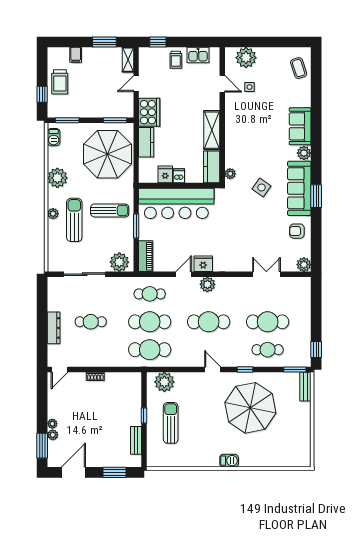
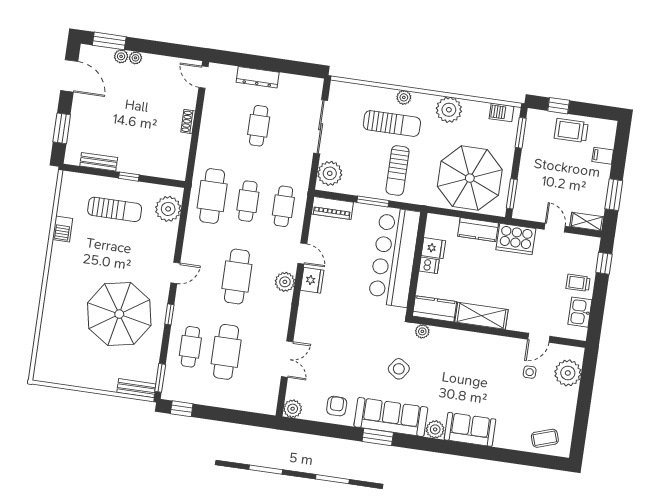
cafe table: (150, 322) -> (248, 201), width x0.73, depth x0.74
barbecue: (229, 461) -> (63, 229), moved

